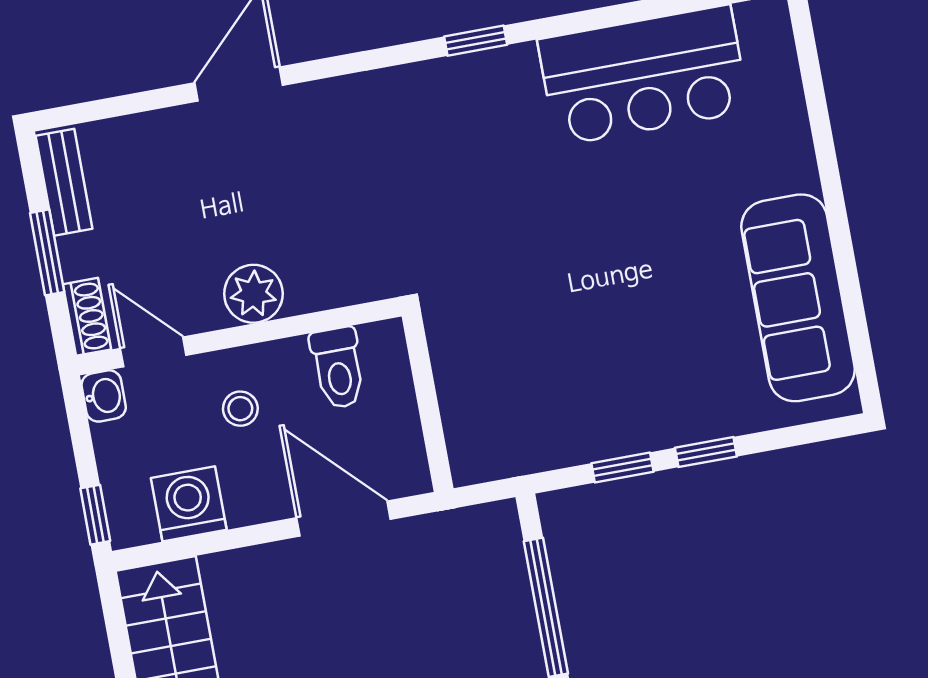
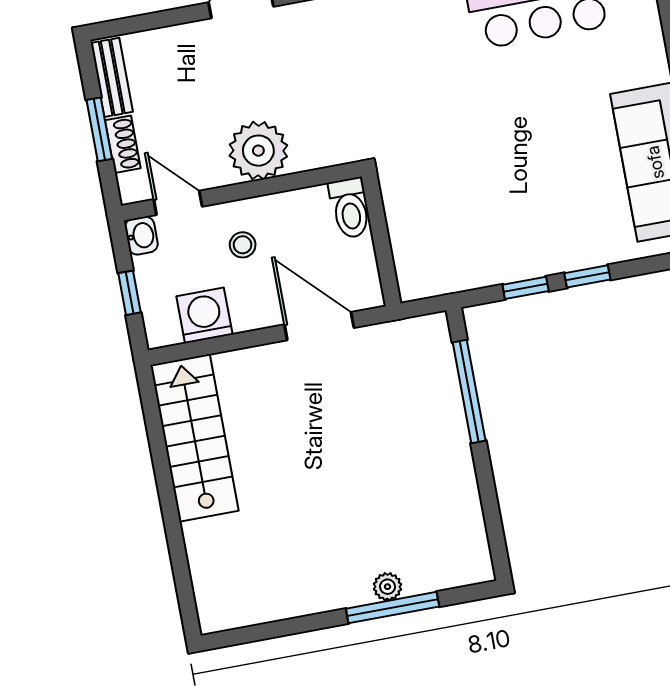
plant: (253, 294) -> (258, 151), width x1.36, depth x1.36
shoe rack: (87, 317) -> (123, 144), moved
toilet: (338, 368) -> (350, 208), moved
window: (95, 515) -> (130, 293), moved

